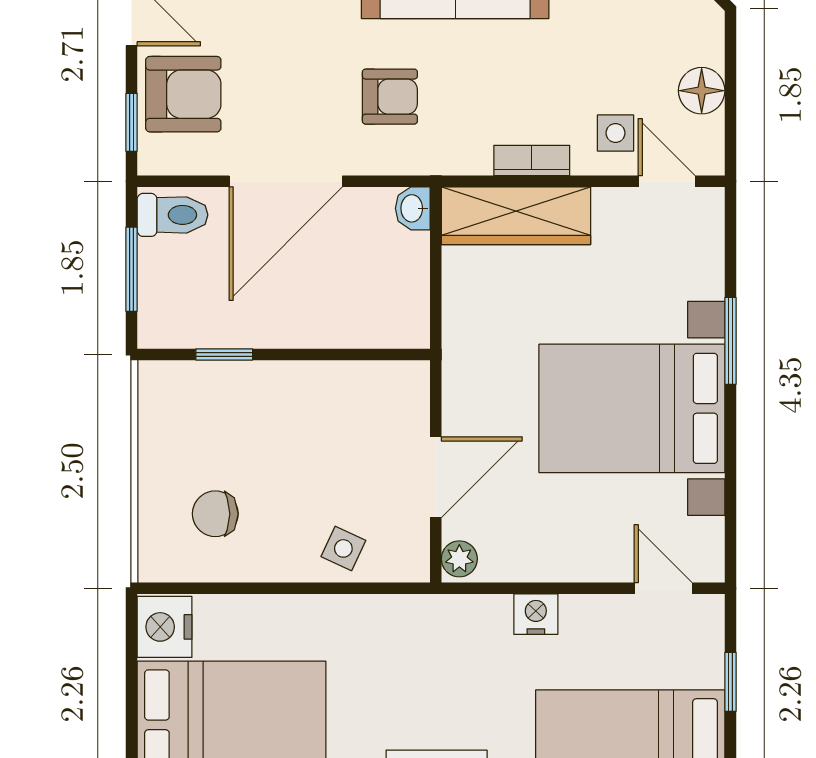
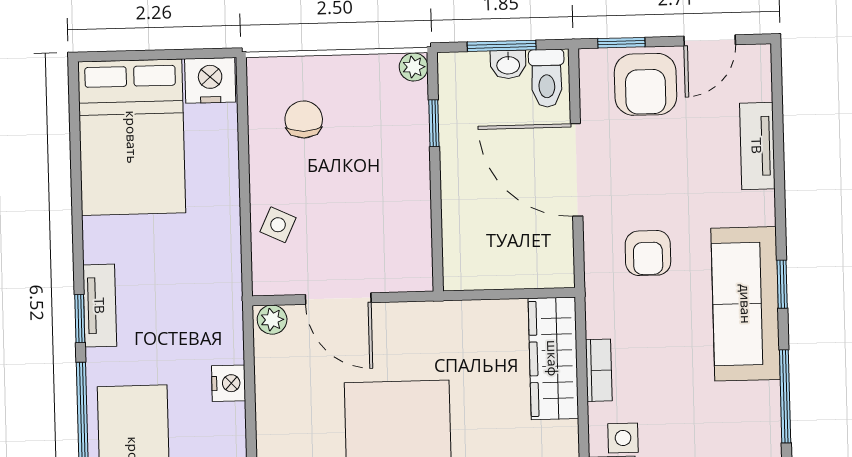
washbasin: (413, 208) -> (508, 64), moved, turned 180
plant: (155, 377) -> (414, 67), added

